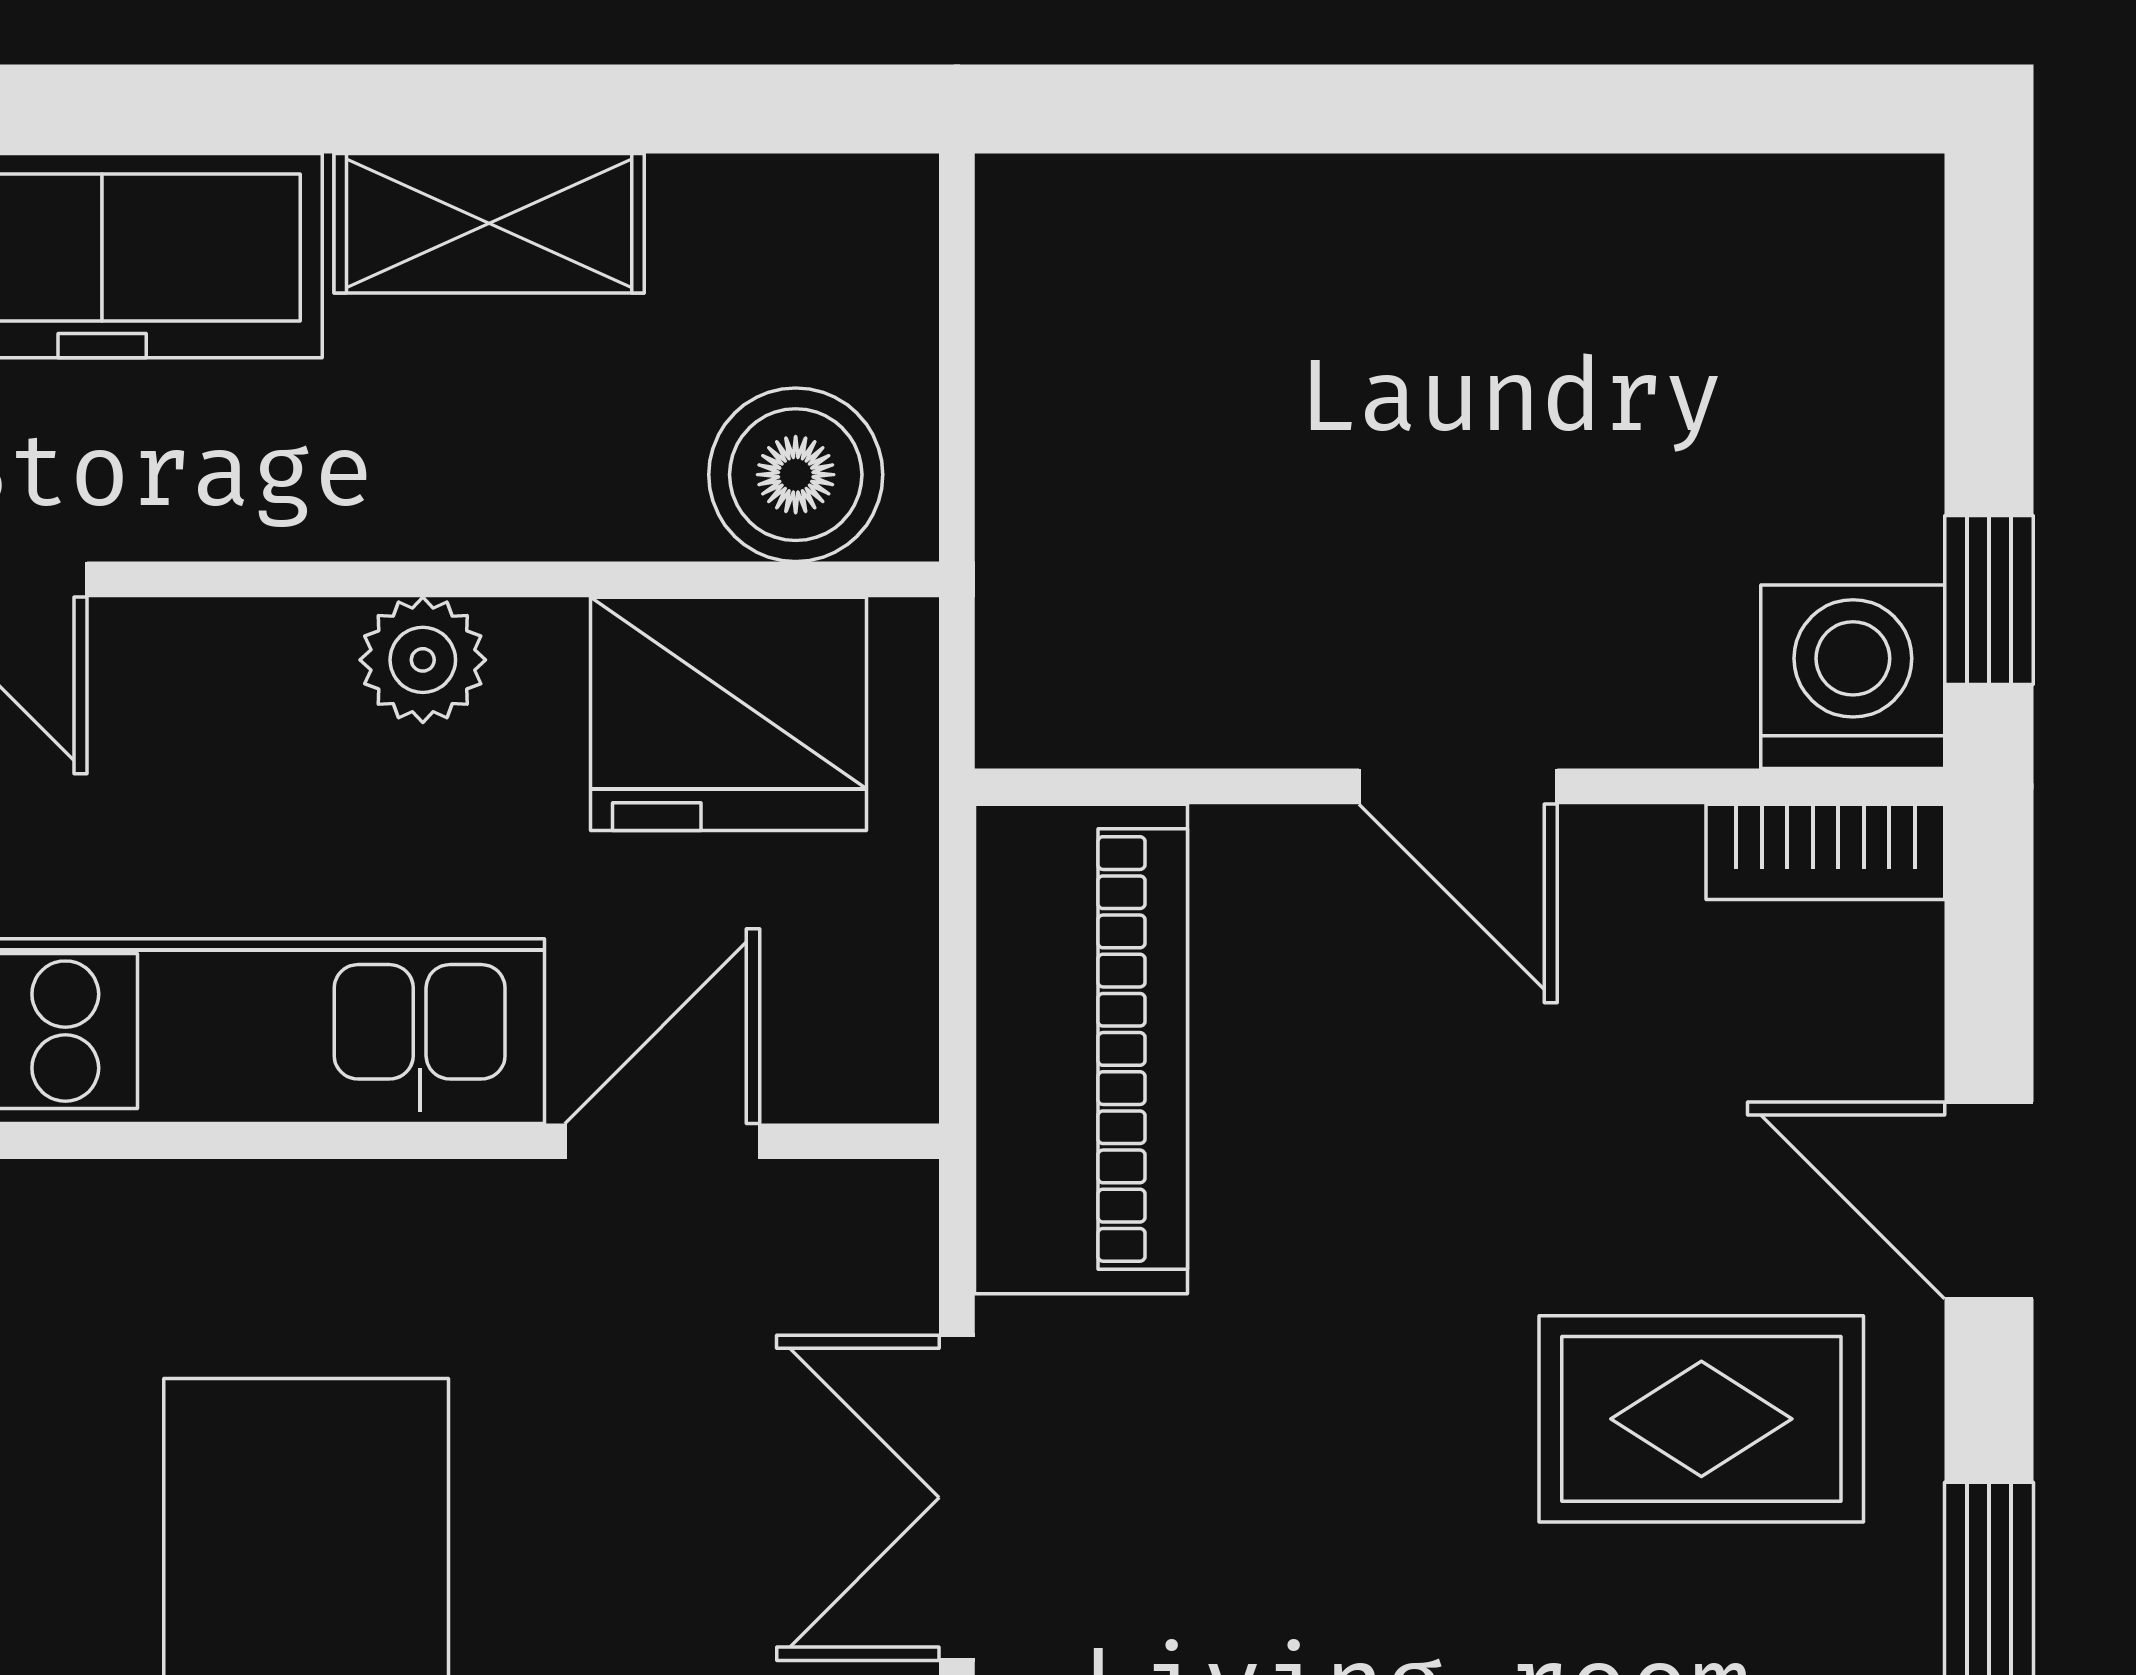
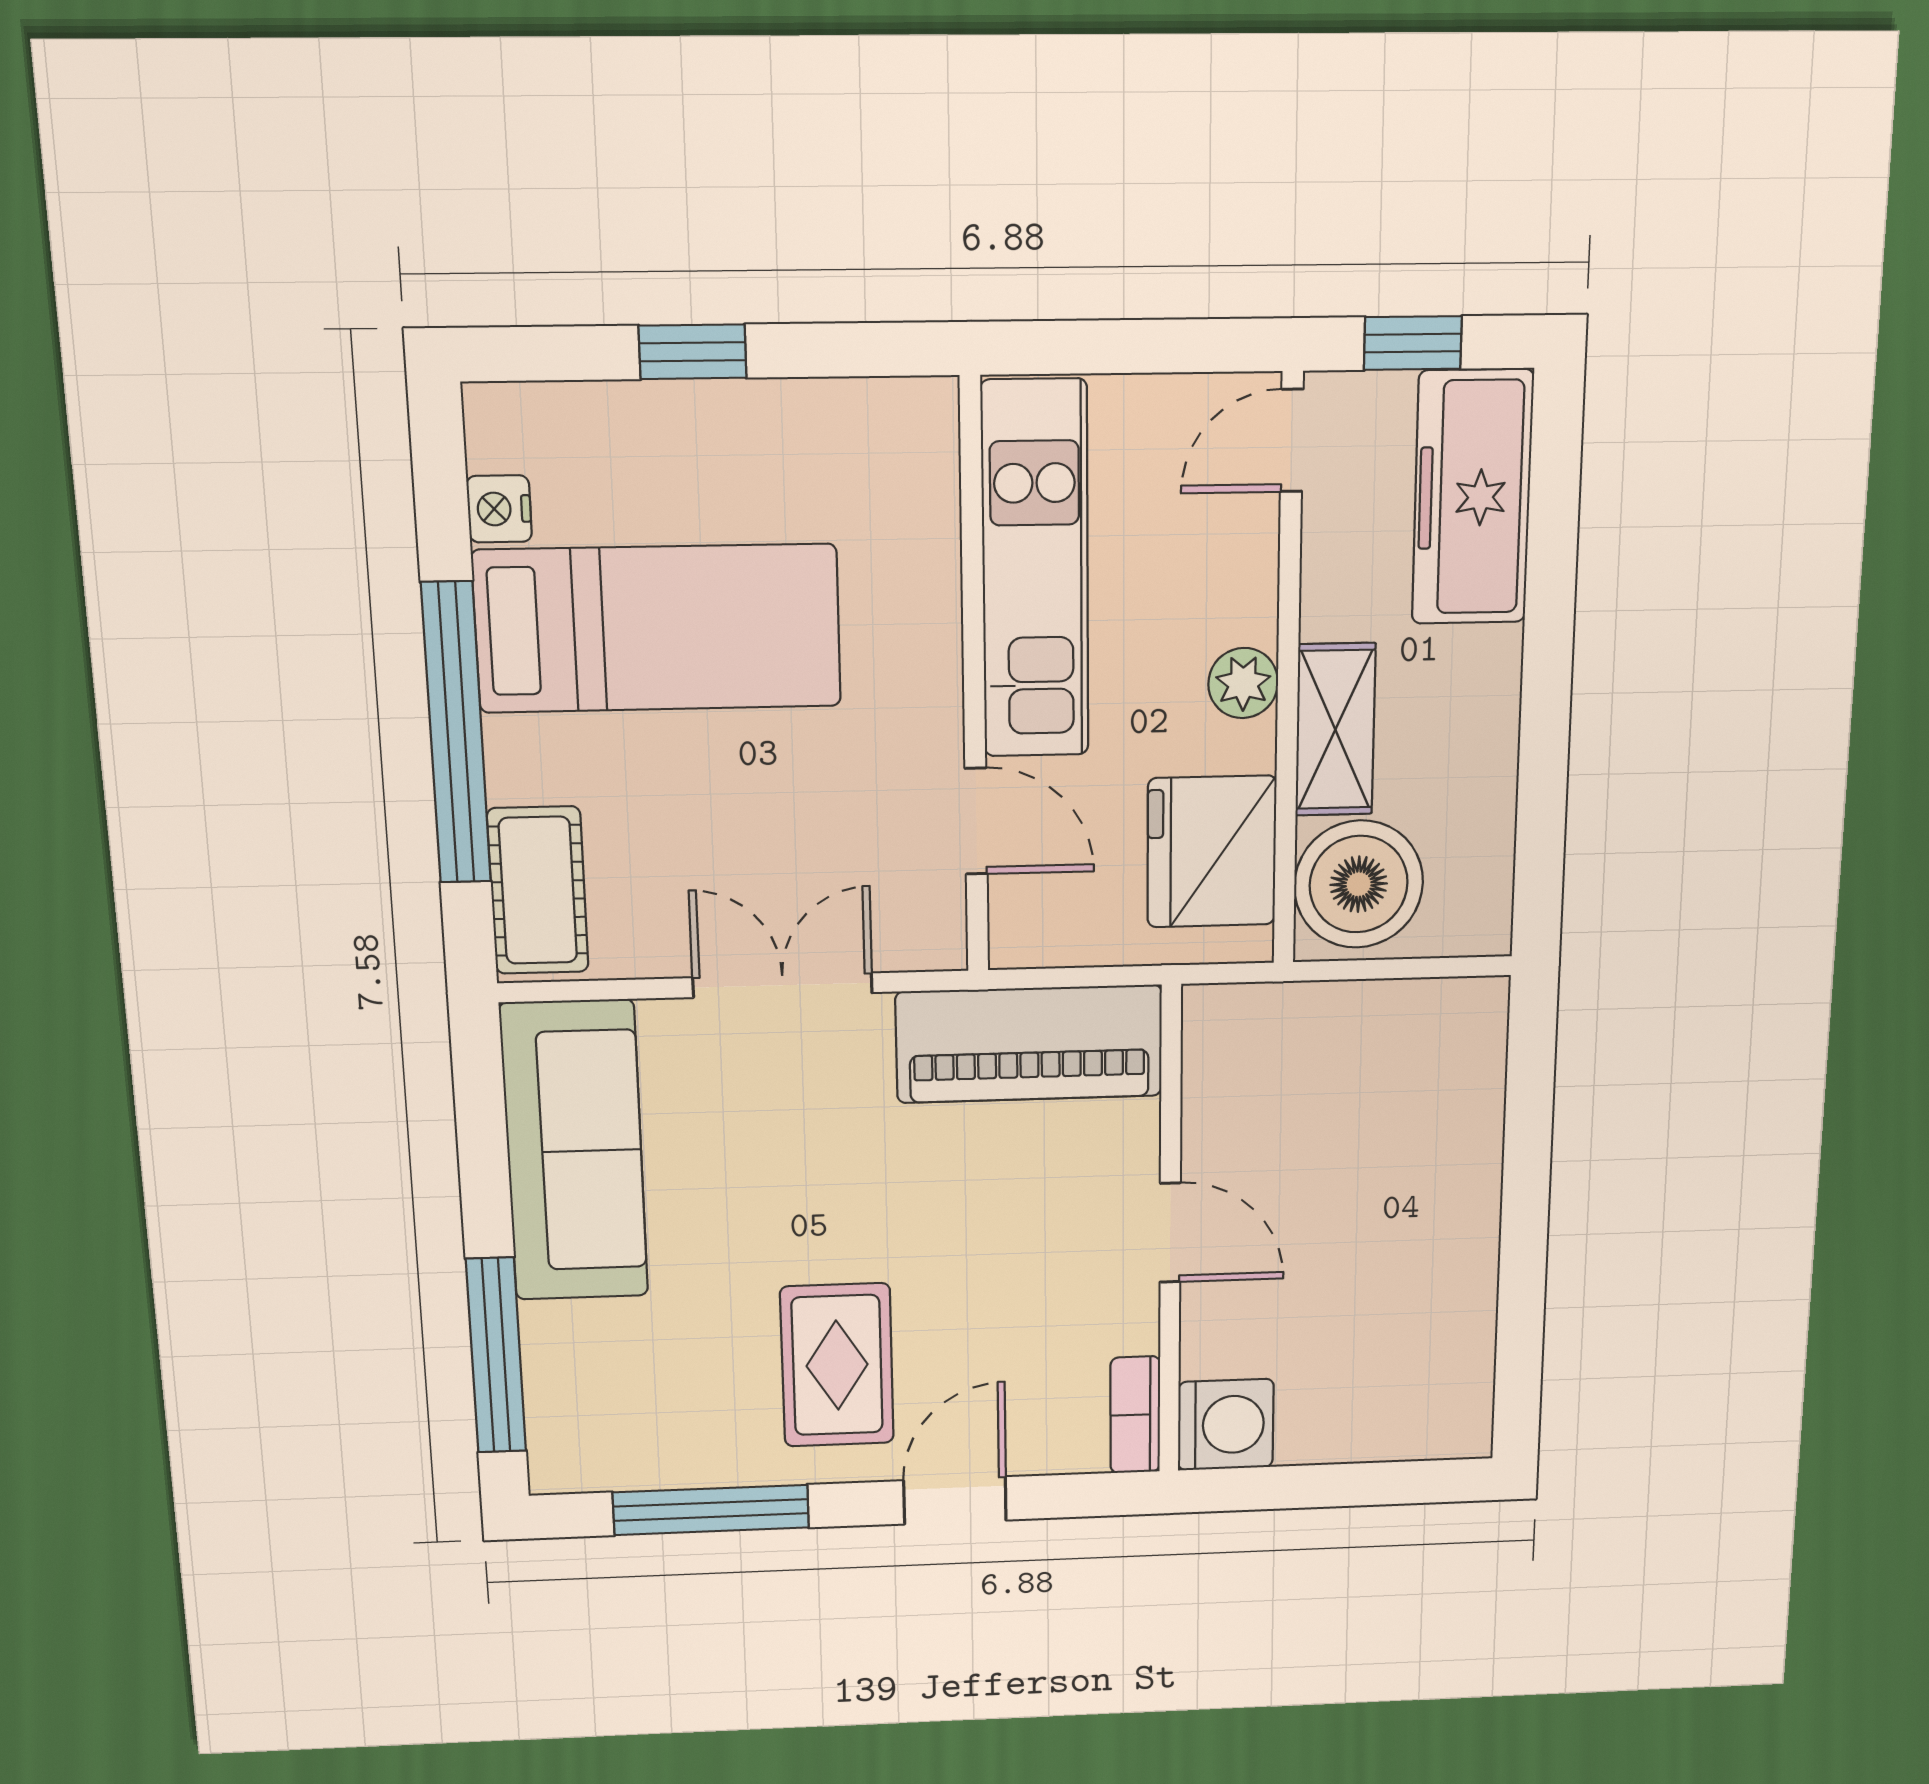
shelving: (489, 223) -> (1335, 730), moved
boiler: (796, 475) -> (1359, 884), width x1.37, depth x1.37
window: (1989, 600) -> (1264, 1488), removed
door: (1458, 786) -> (1170, 1233), swing flipped

